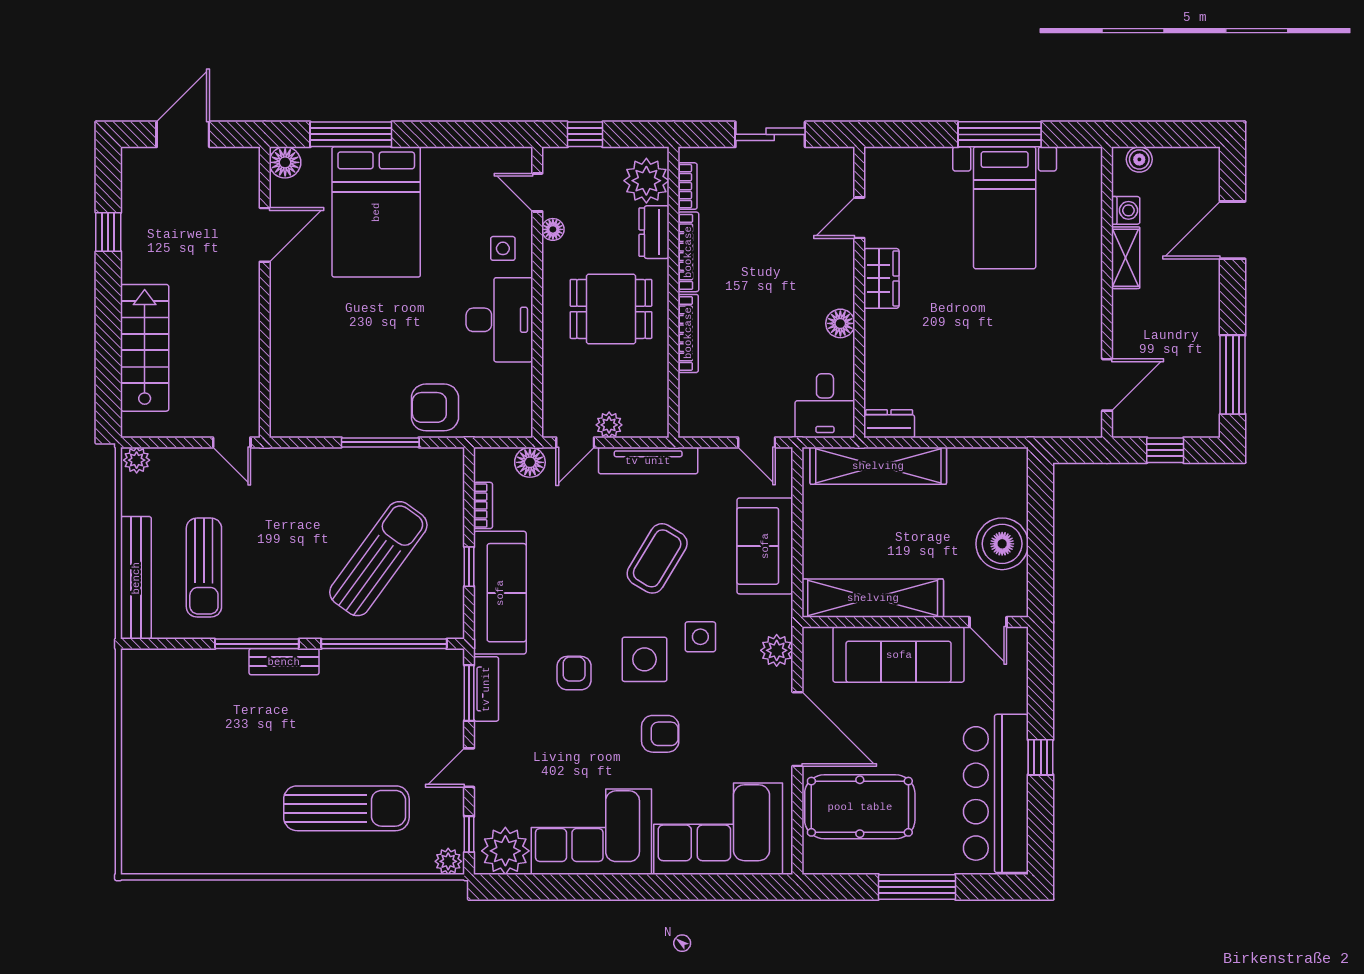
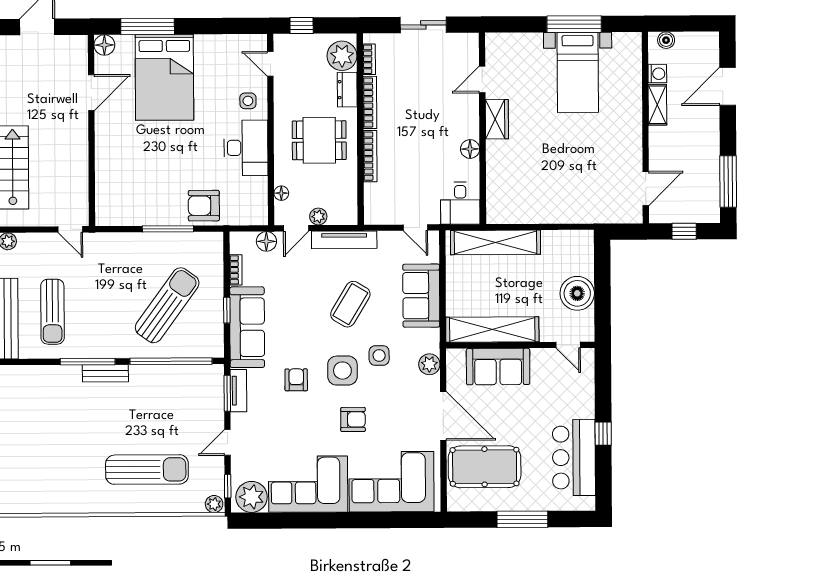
floor lamp: (553, 229) -> (281, 193), moved
dresser: (889, 424) -> (502, 215), removed
sofa: (899, 655) -> (498, 367), width x0.73
bar counter: (996, 793) -> (574, 458), width x0.73

